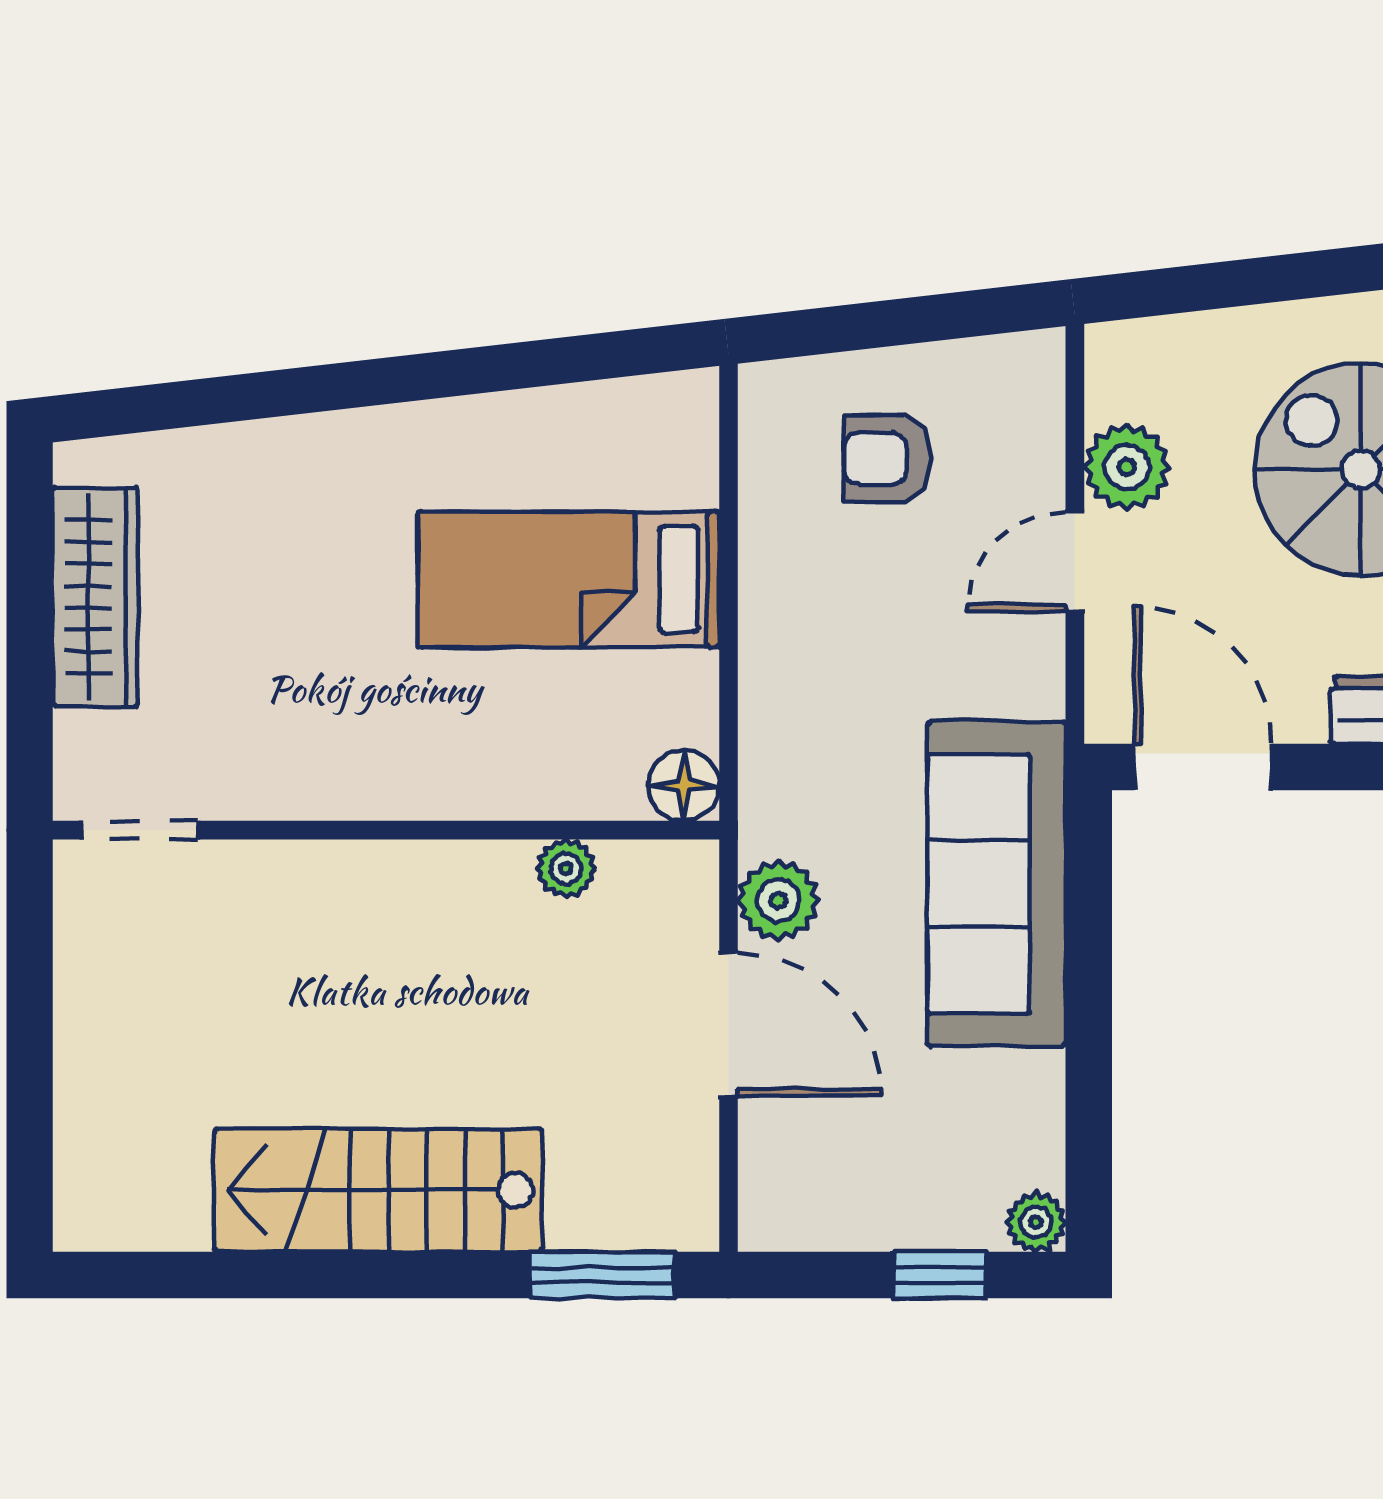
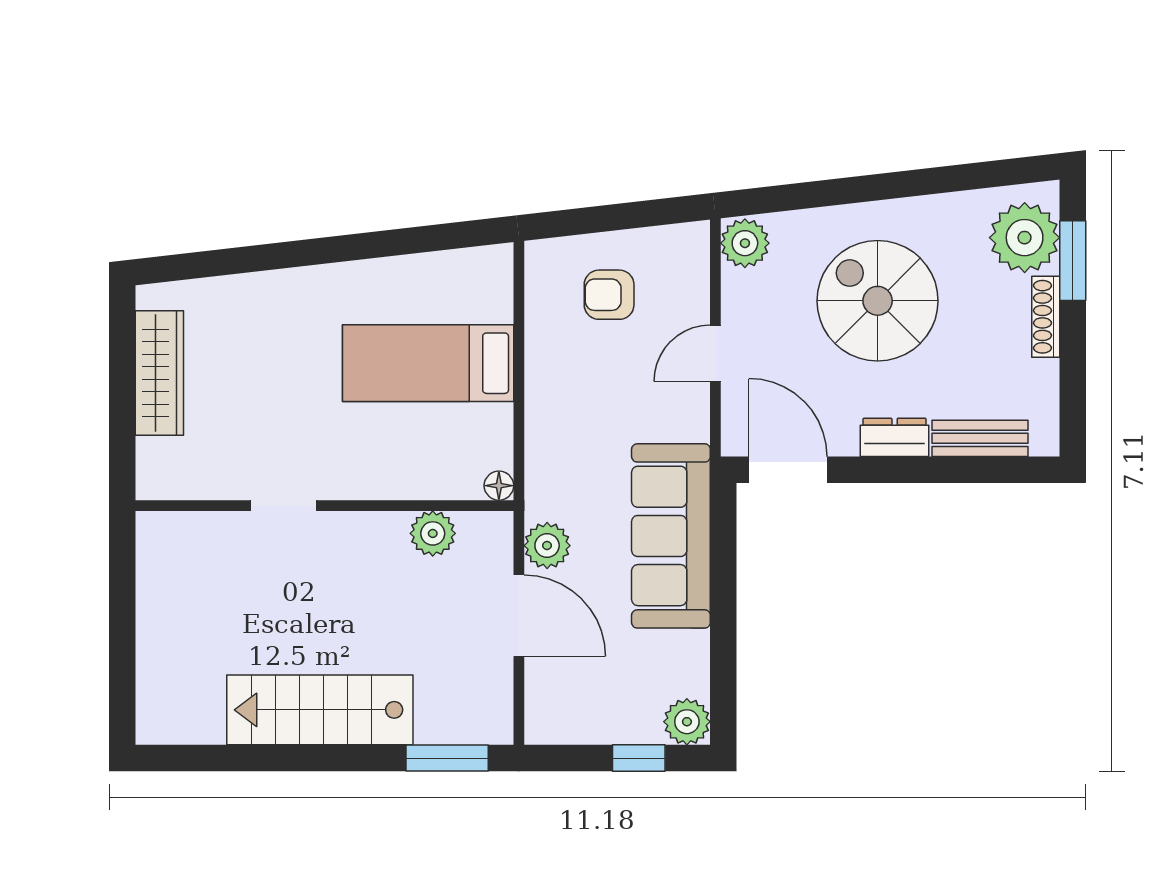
plant: (1127, 467) -> (745, 243), moved
floor lamp: (684, 786) -> (499, 486), width x0.73, depth x0.73
doorway: (140, 830) -> (283, 506), moved
plant: (566, 868) -> (433, 533), width x1.38, depth x1.38
plant: (1036, 1222) -> (687, 722), width x1.38, depth x1.38

